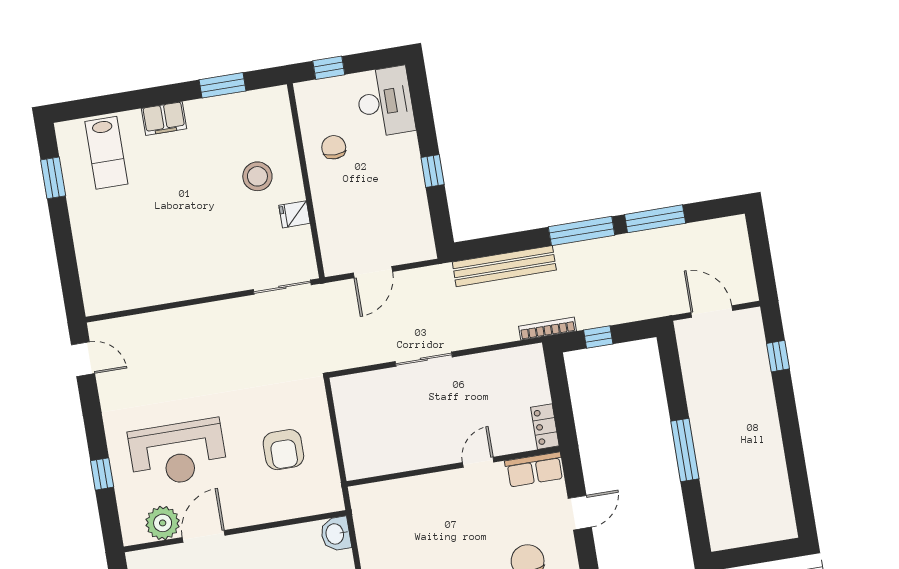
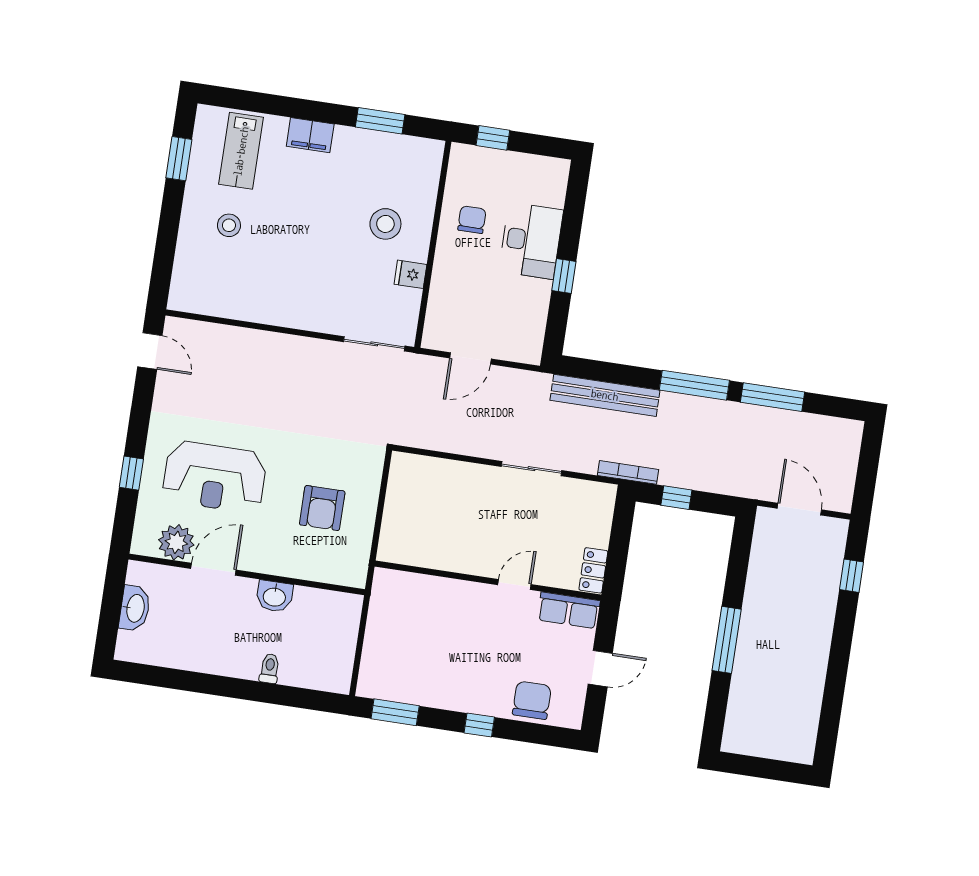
desk: (385, 102) -> (531, 241), moved
stool: (117, 223) -> (229, 225), added
sliding door: (424, 359) -> (532, 469), moved
washbasin: (336, 534) -> (274, 596), moved, turned -90

